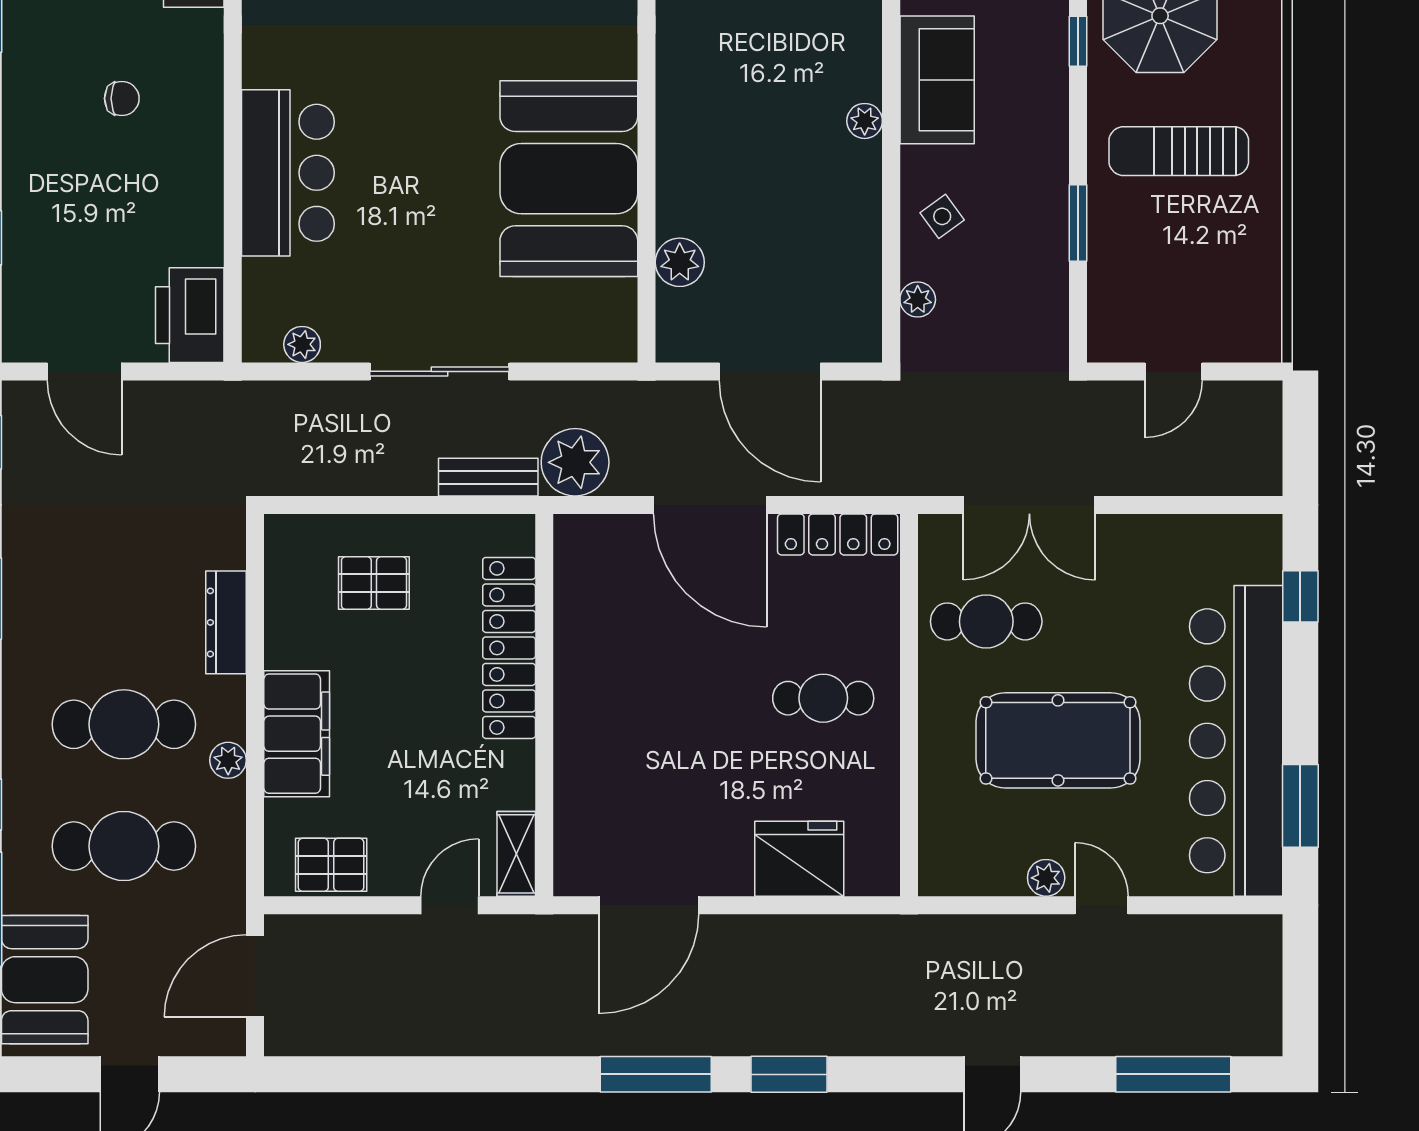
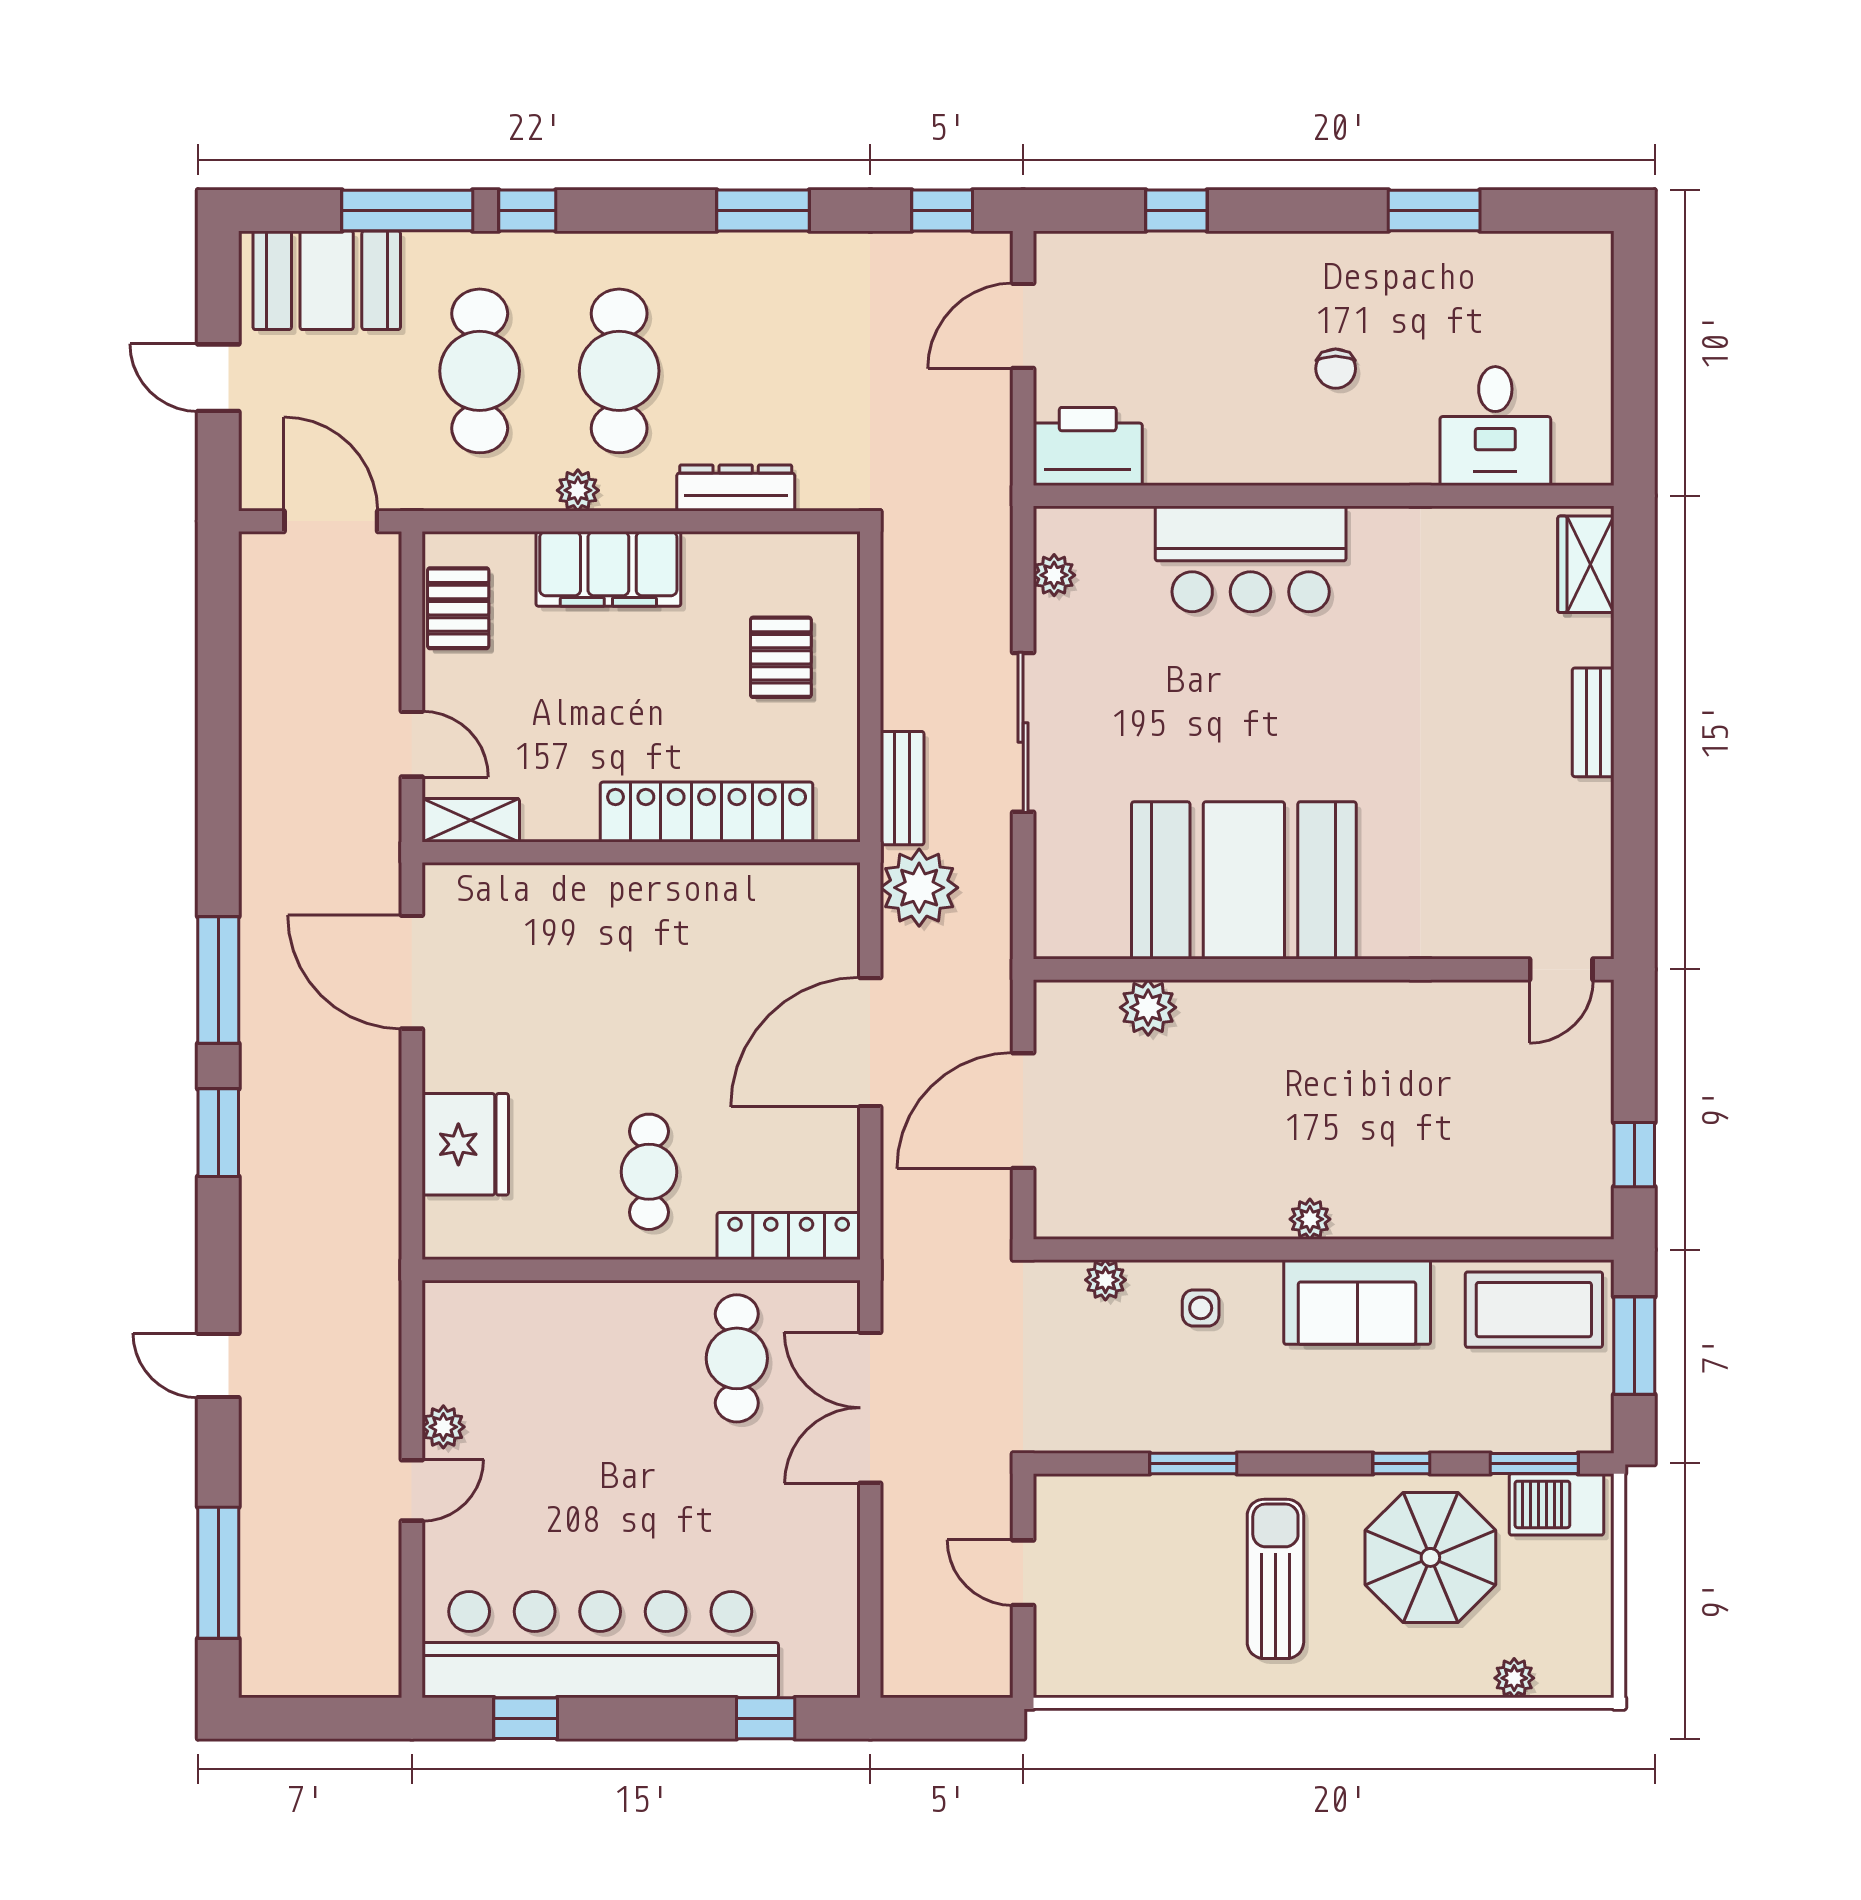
side table: (942, 216) -> (1201, 1308), turned 36
locker: (838, 534) -> (789, 1236), moved, turned 90
pool table: (1058, 740) -> (601, 1441), removed
window: (1300, 806) -> (526, 1718), width x0.67

